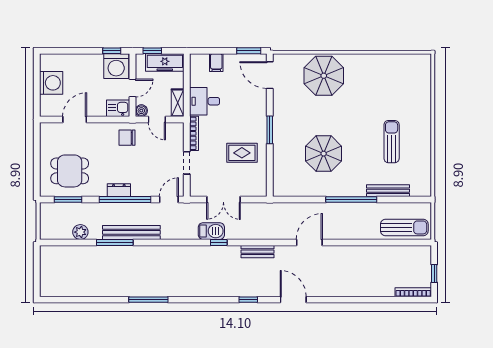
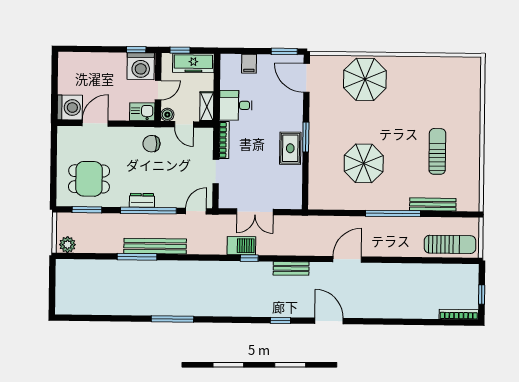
washing machine: (51, 83) -> (70, 107), moved
rug: (242, 153) -> (290, 148), moved, turned 90
plant: (80, 232) -> (67, 245), moved

